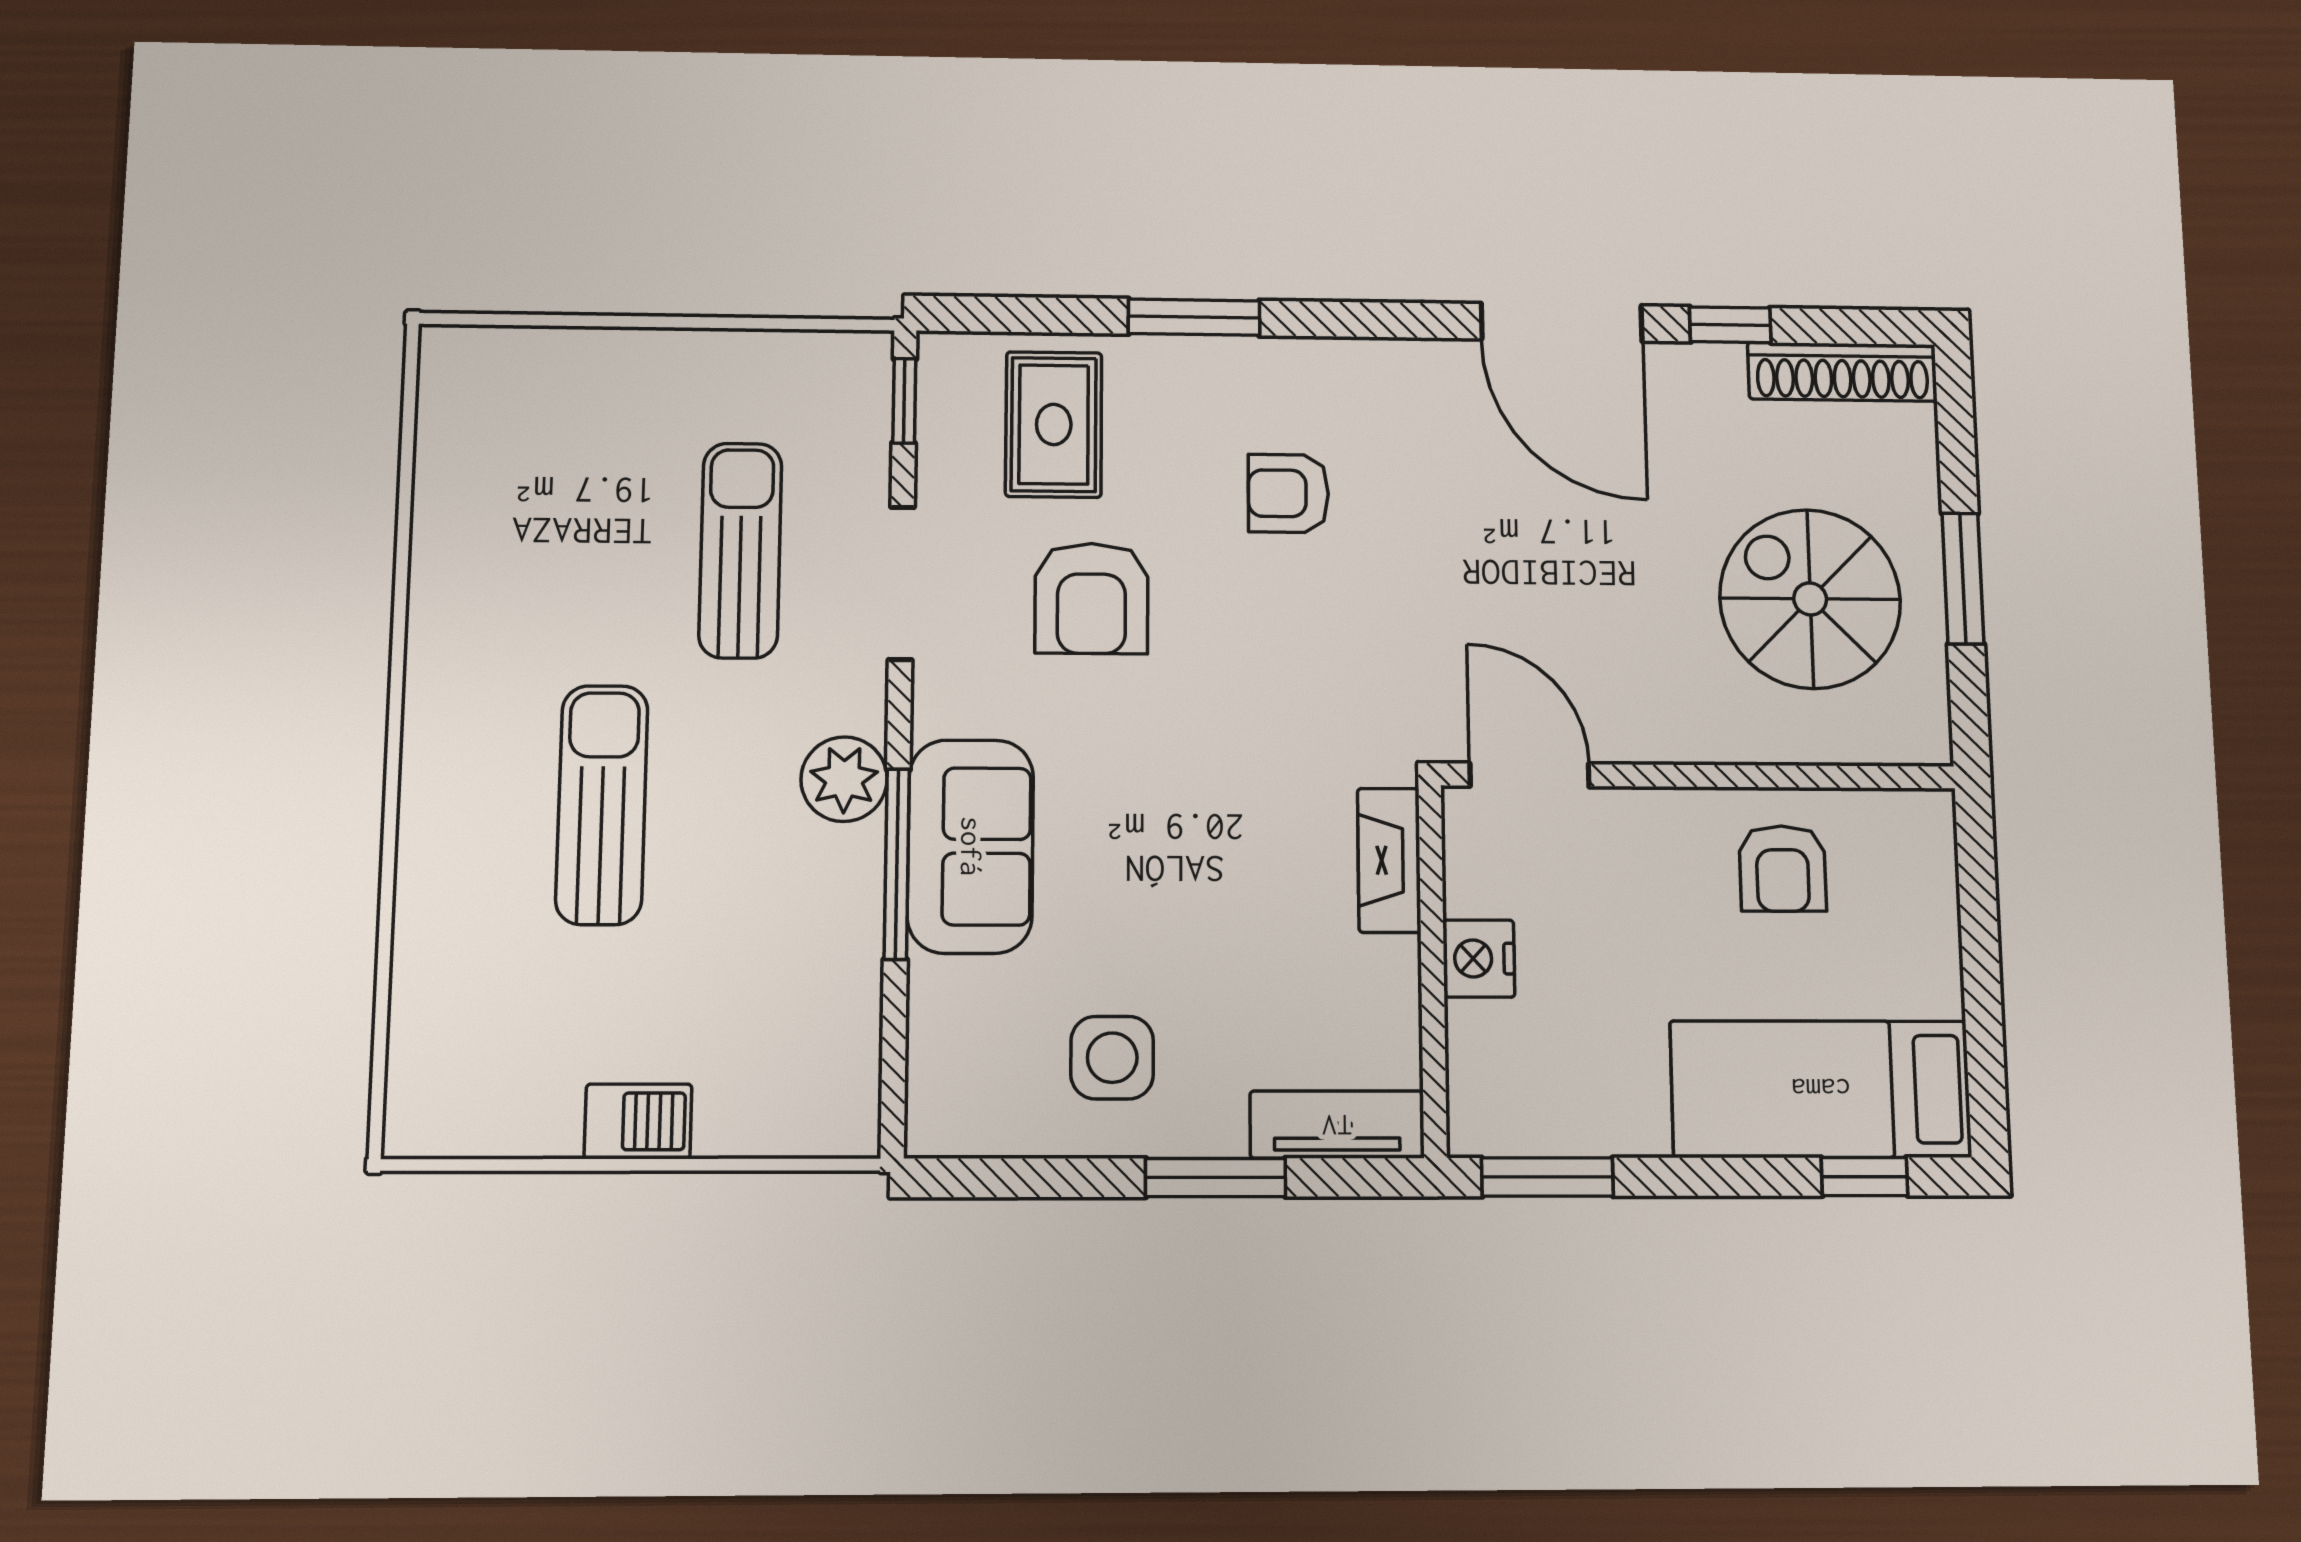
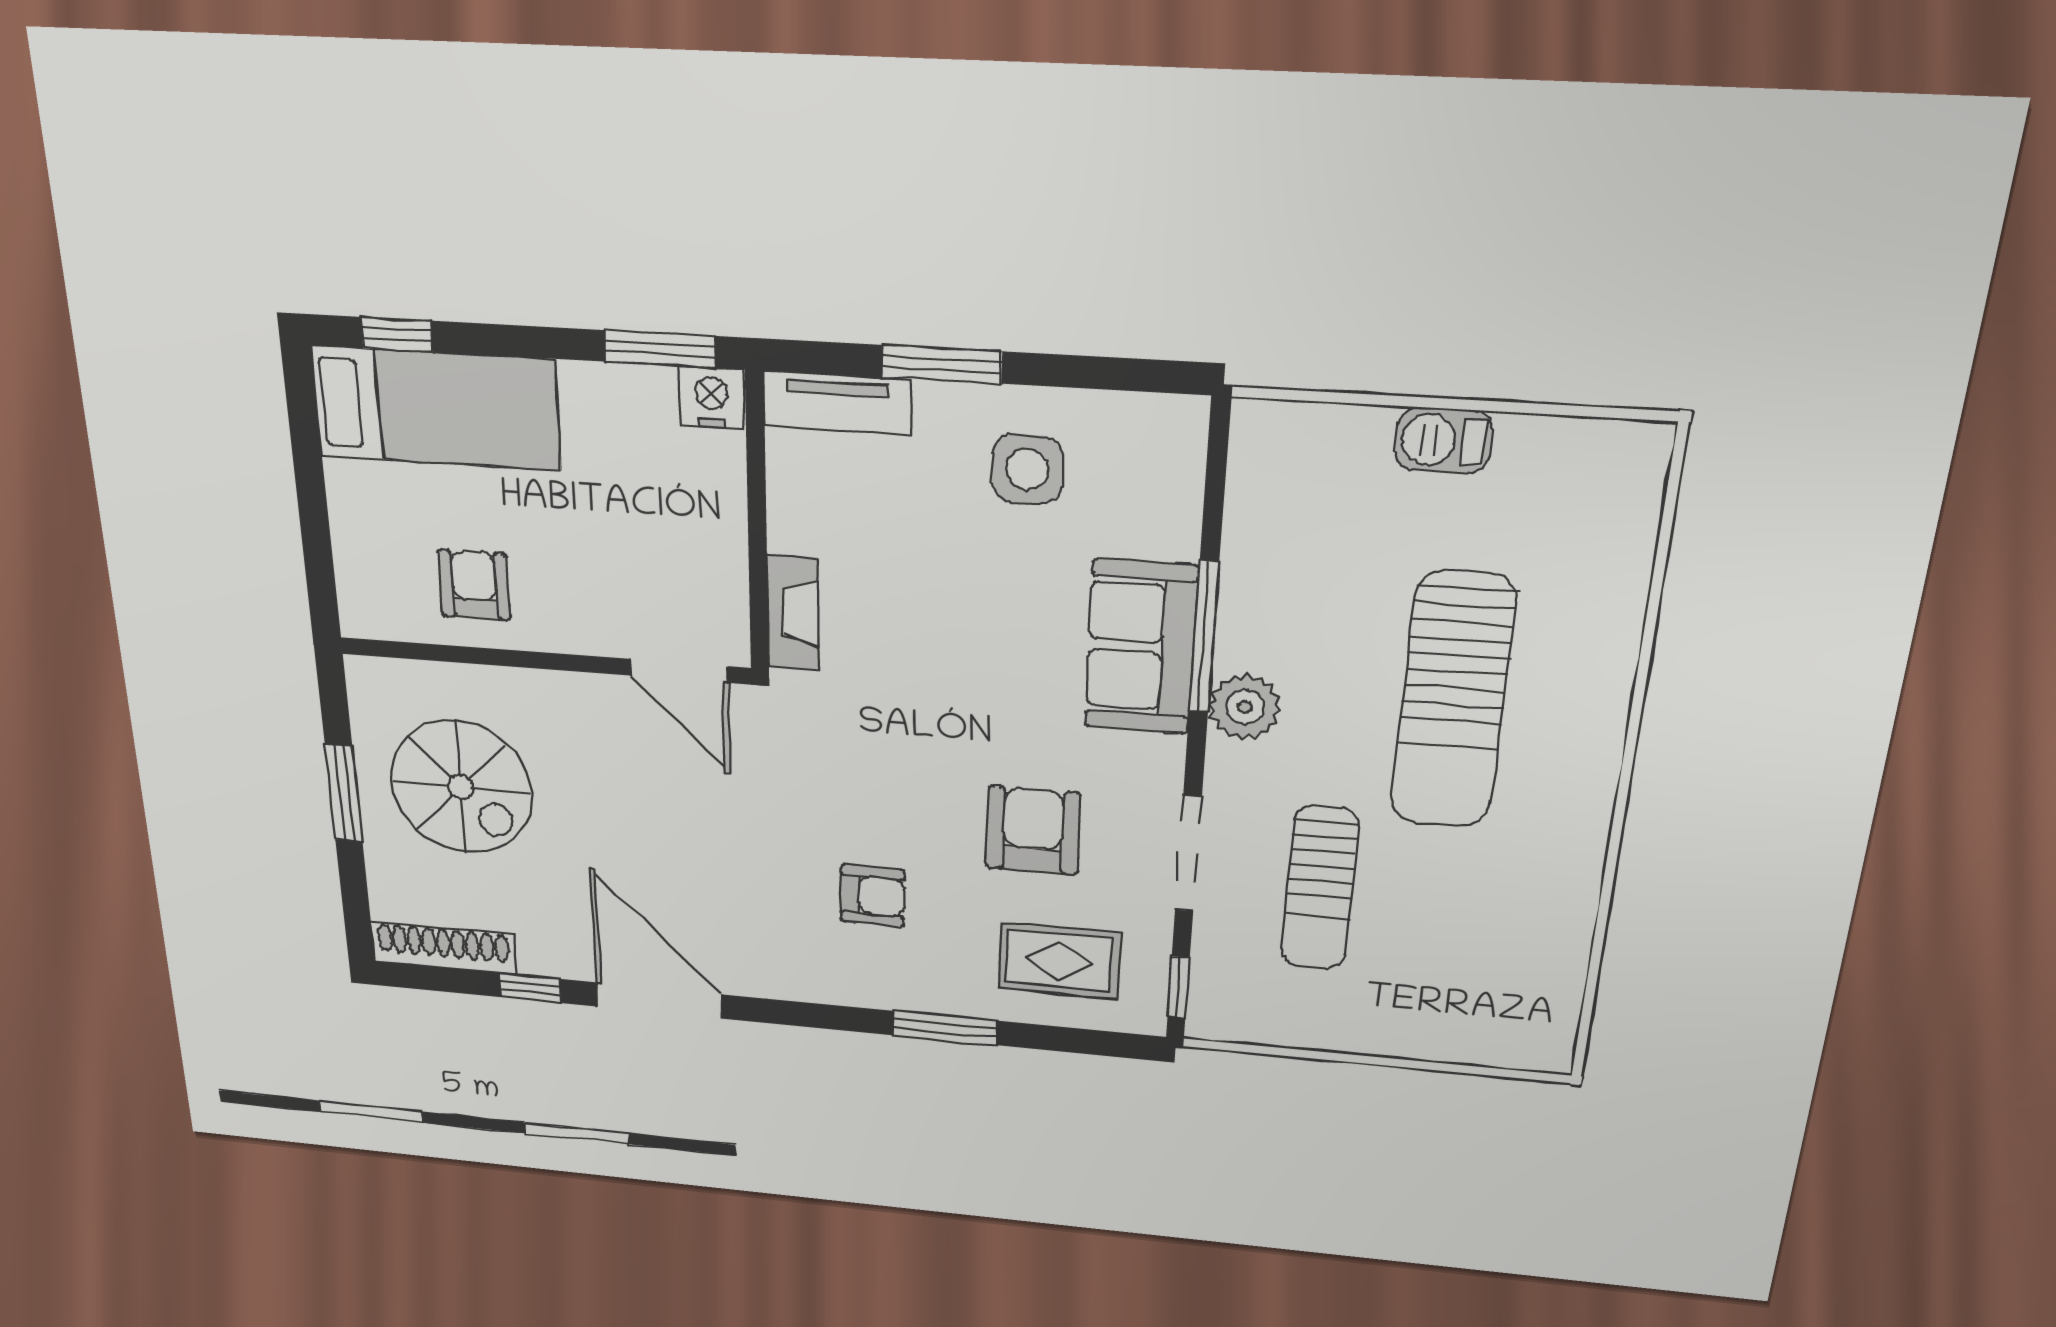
rug: (1054, 424) -> (1059, 961), turned 90
sun lounger: (602, 805) -> (1453, 701), width x1.36, depth x1.34
nightstand: (1479, 958) -> (711, 398), moved, turned -90

